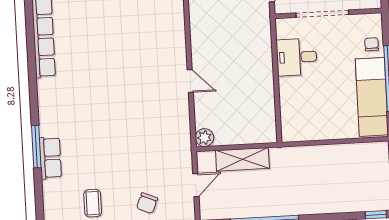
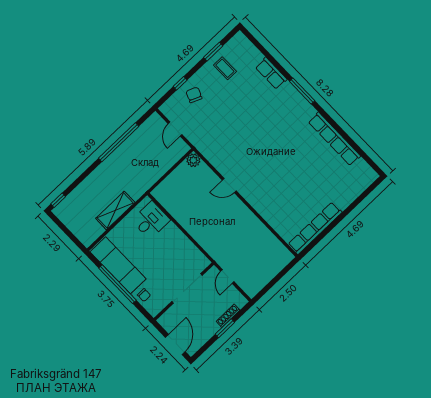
desk: (297, 57) -> (151, 220), moved
window: (36, 147) -> (302, 91), moved
shelving: (242, 159) -> (115, 210), moved

